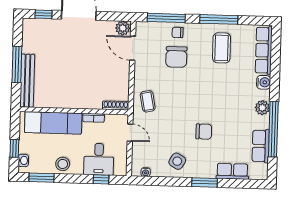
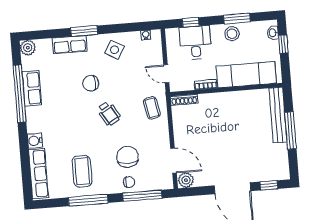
wheelchair: (190, 101) -> (109, 113), added
plant: (262, 108) -> (28, 48), moved
row of seats: (261, 146) -> (32, 88), moved
row of seats: (232, 171) -> (70, 45), moved
window: (42, 178) -> (237, 18), moved

